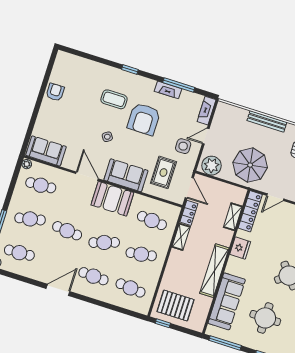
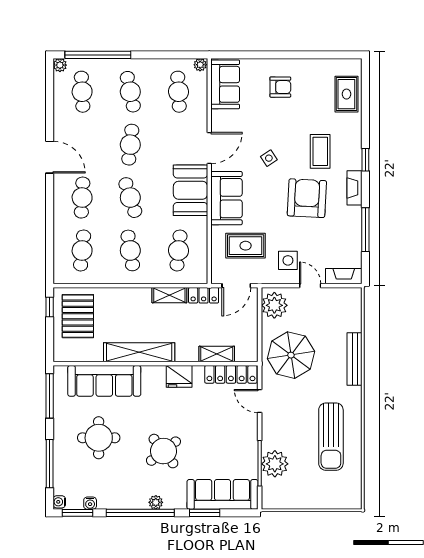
rug: (80, 68) -> (346, 94), added
fireplace: (168, 90) -> (355, 188), moved
armchair: (55, 92) -> (280, 87), moved
armchair: (144, 119) -> (307, 198), turned 93

